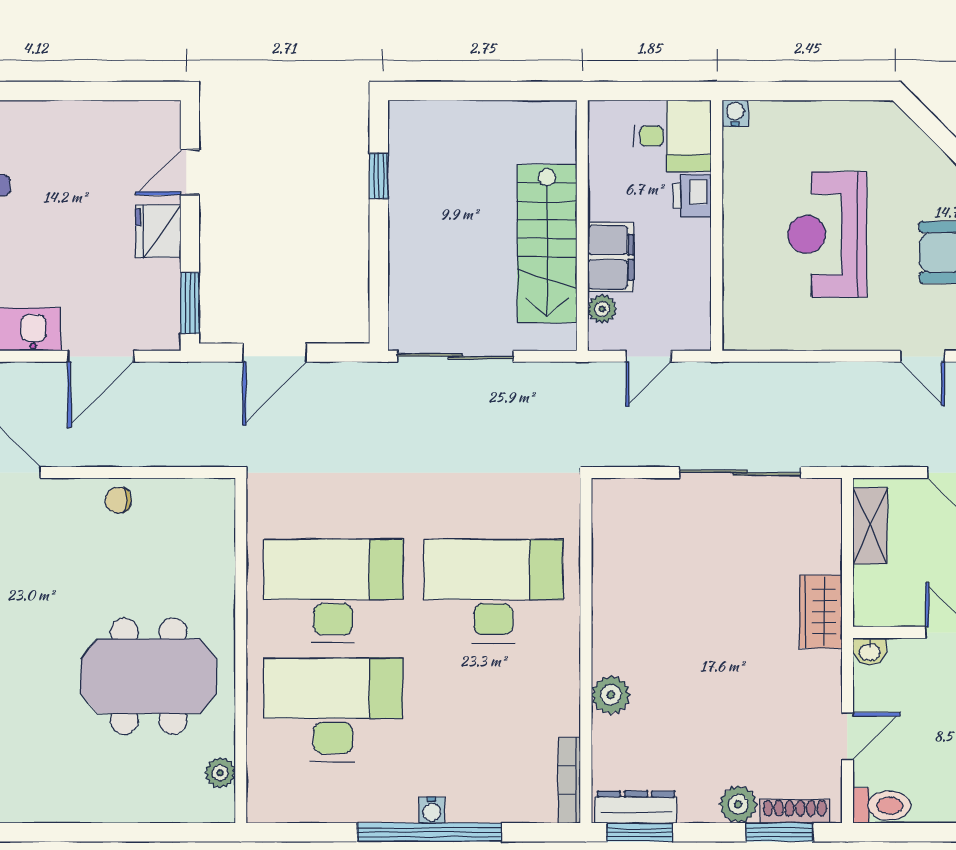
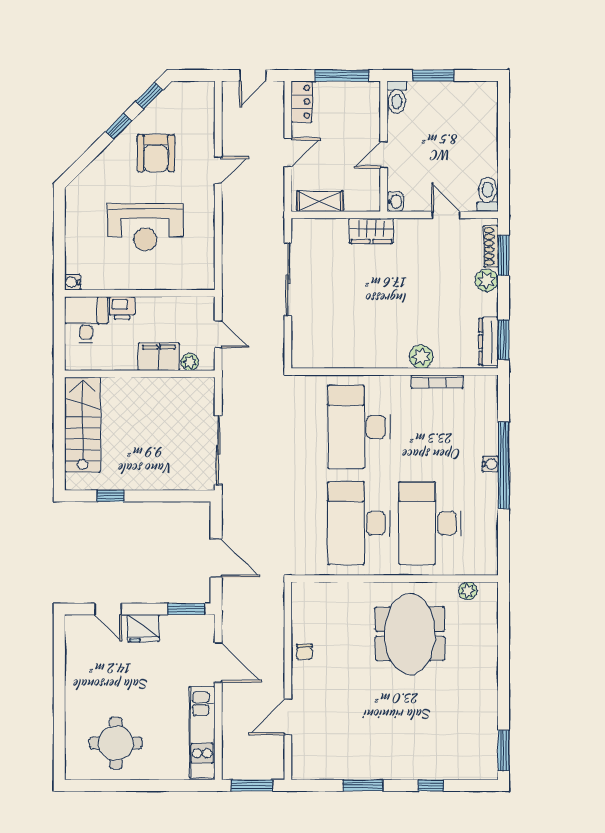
stairs: (547, 244) -> (83, 425), moved, turned -90
bookcase: (569, 780) -> (437, 382), moved

